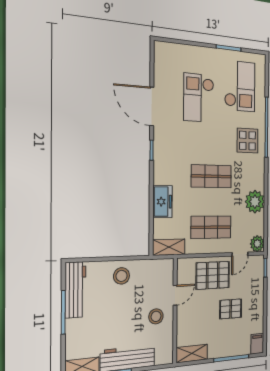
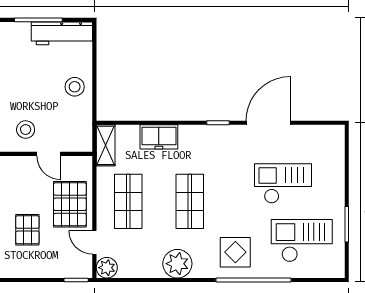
checkout: (240, 86) -> (302, 241), turned 180
plant: (255, 202) -> (177, 264), moved

